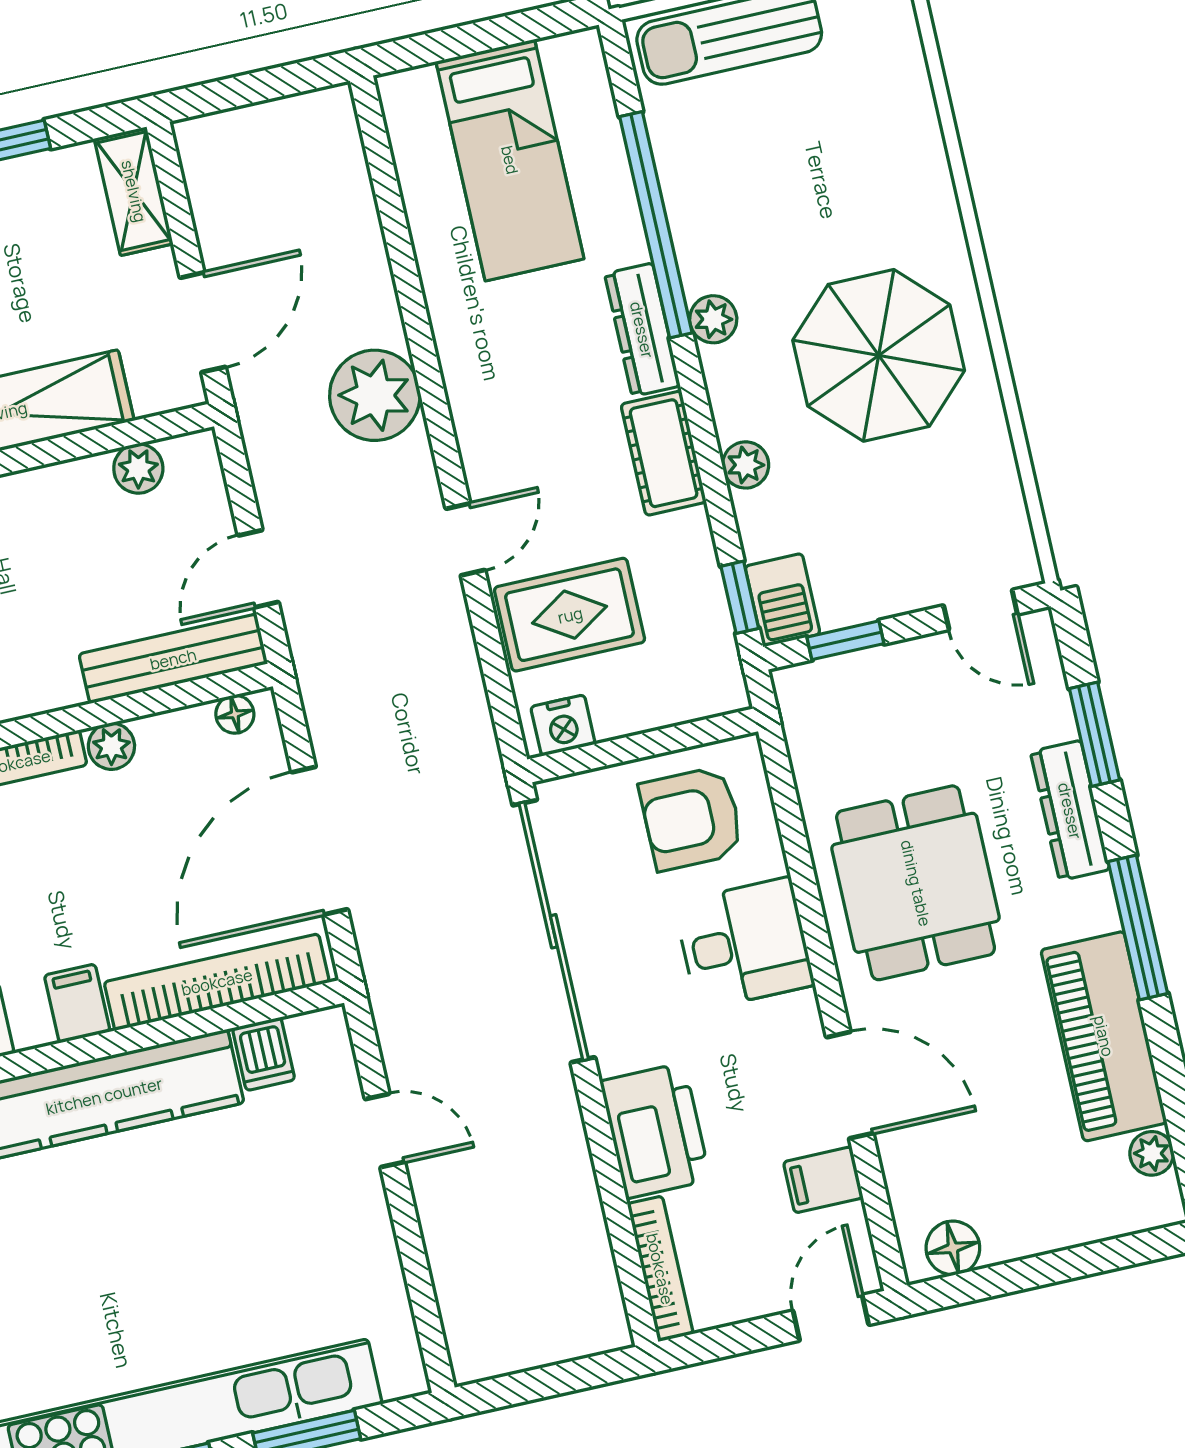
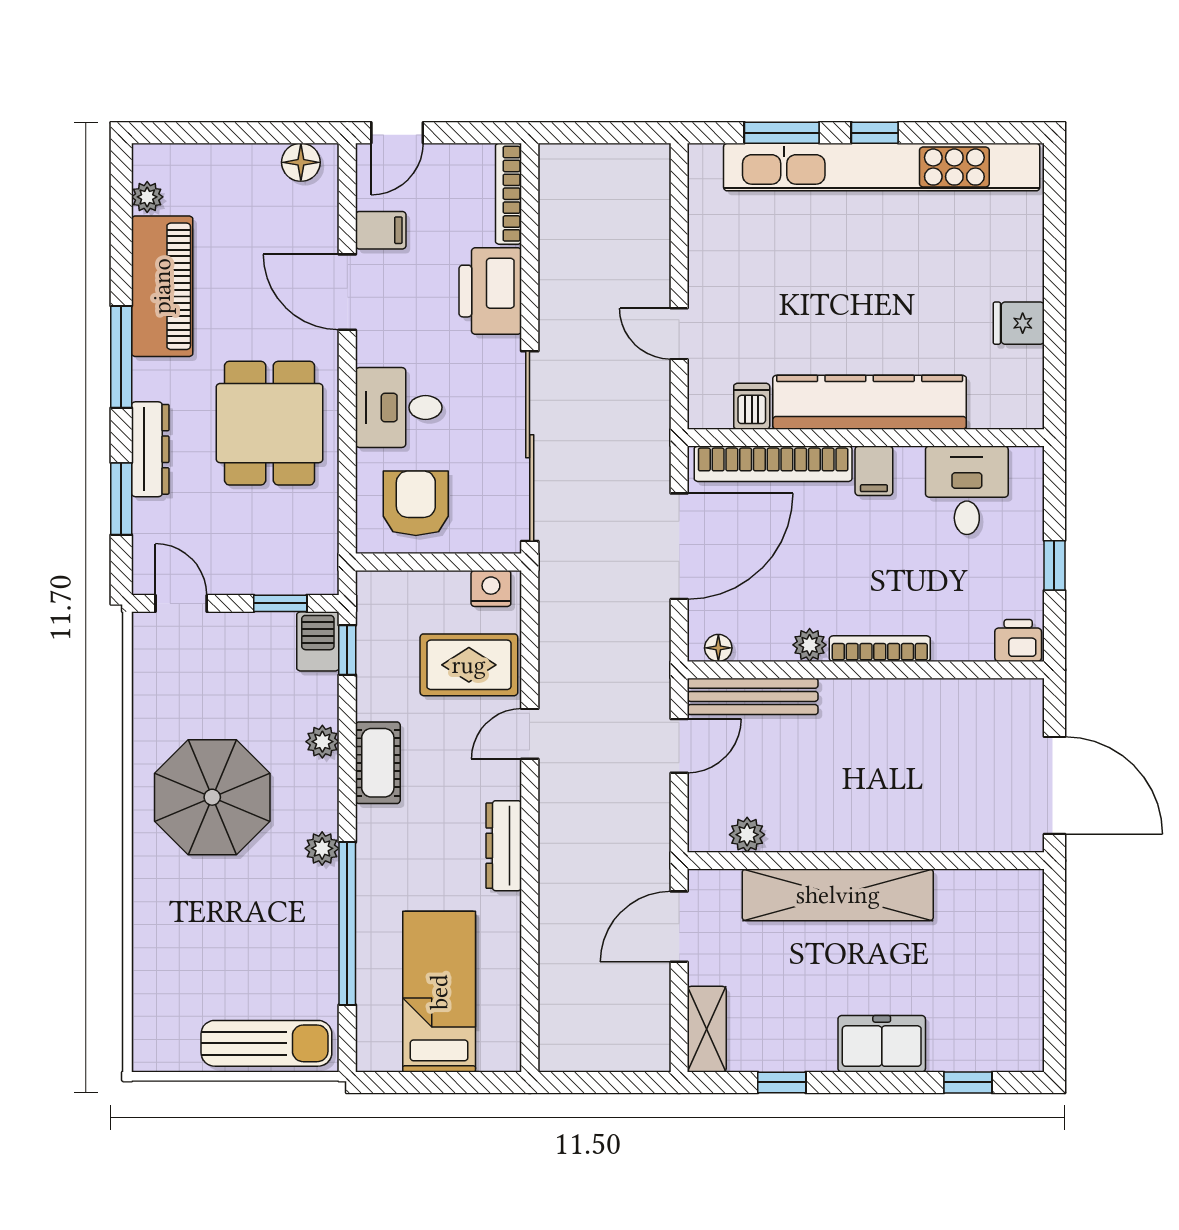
dresser: (642, 330) -> (504, 846), moved, turned 180
plant: (375, 395) -> (570, 849), removed
armchair: (692, 818) -> (416, 503), turned -90

